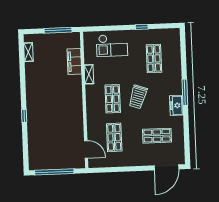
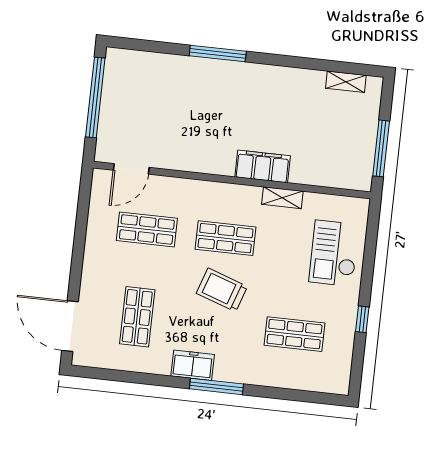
filing cabinet: (74, 62) -> (263, 166), moved
window: (24, 116) -> (218, 53), width x2.17

